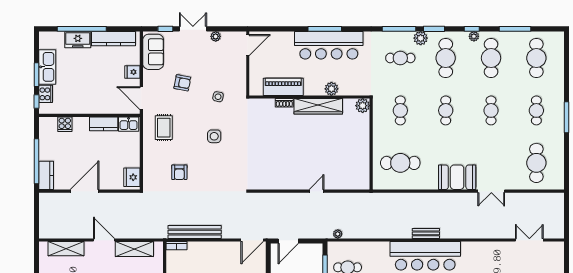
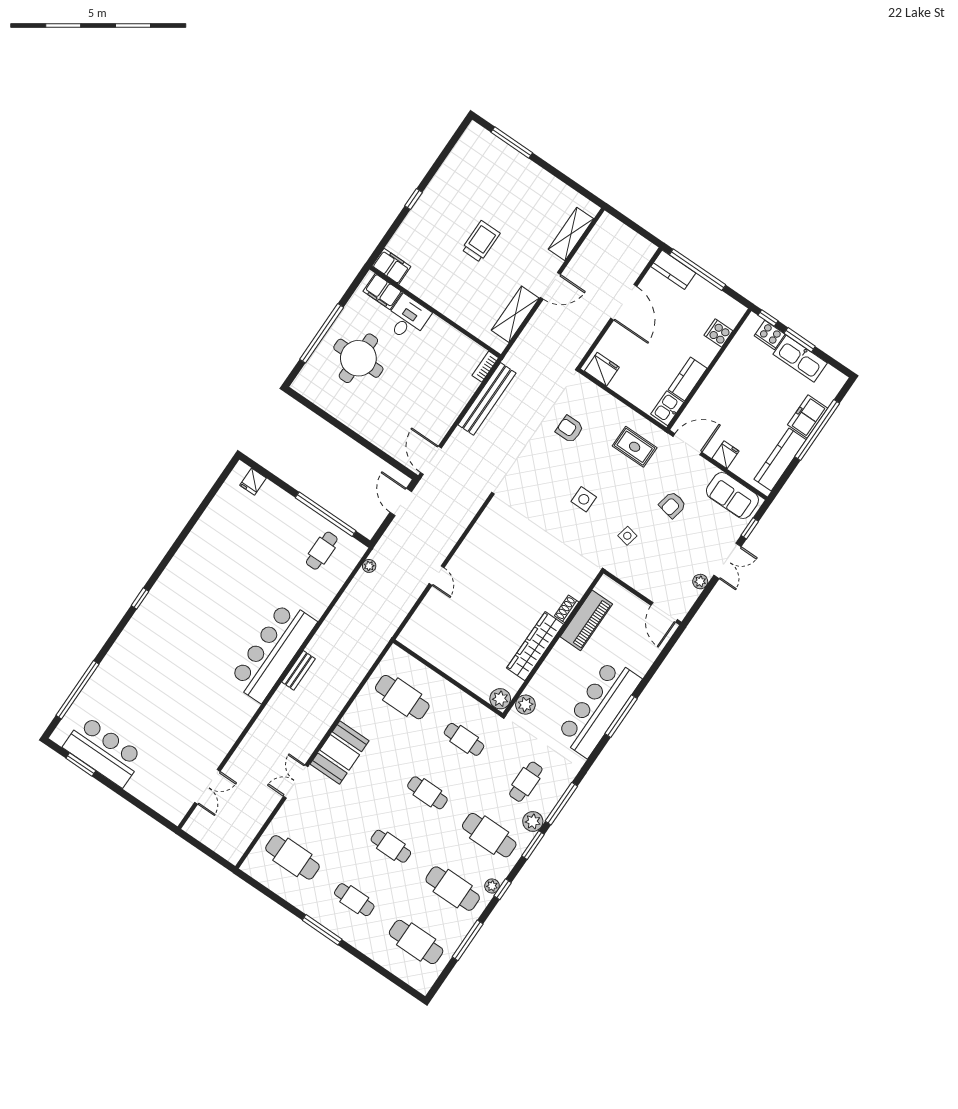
plant: (331, 89) -> (525, 705), moved
cafe table: (400, 163) -> (402, 697), turned 90

